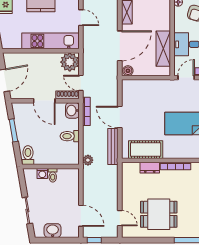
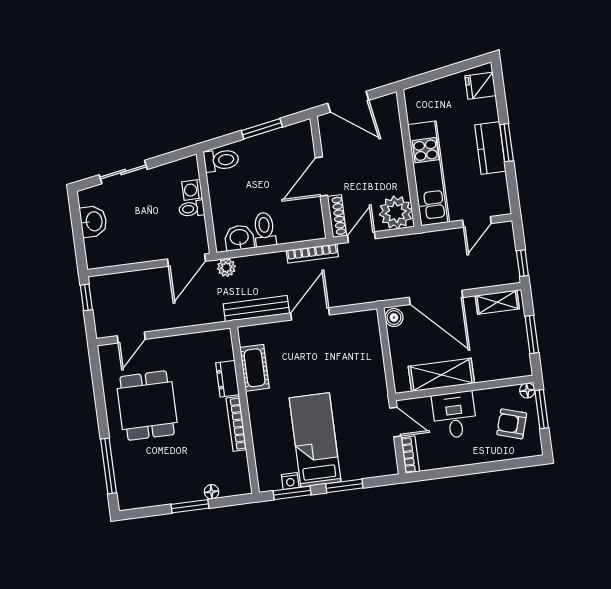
washbasin: (72, 110) -> (239, 238), moved
cot: (146, 150) -> (255, 368), width x0.73, depth x0.75
door: (81, 216) -> (187, 260), moved

